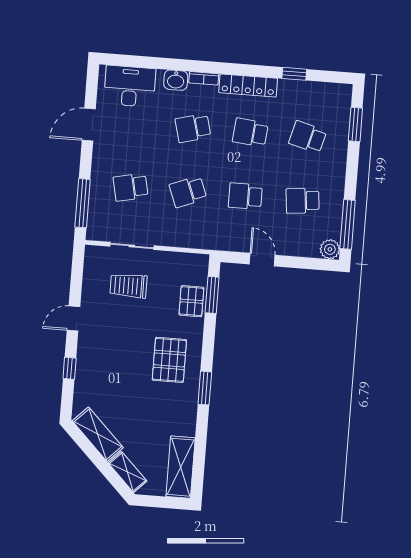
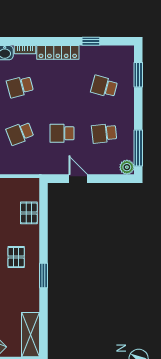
school desk: (250, 133) -> (62, 87), removed
window: (212, 295) -> (44, 207), removed
pallet: (169, 360) -> (16, 257), width x0.67, depth x0.71

